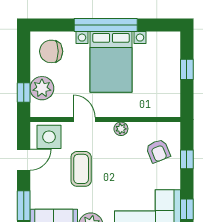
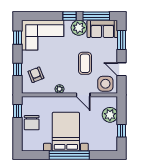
chair: (51, 51) -> (32, 123), moved, turned 90
window: (187, 69) -> (18, 111), moved
window: (24, 93) -> (122, 131), moved
door: (24, 160) -> (122, 69), hinge flipped

